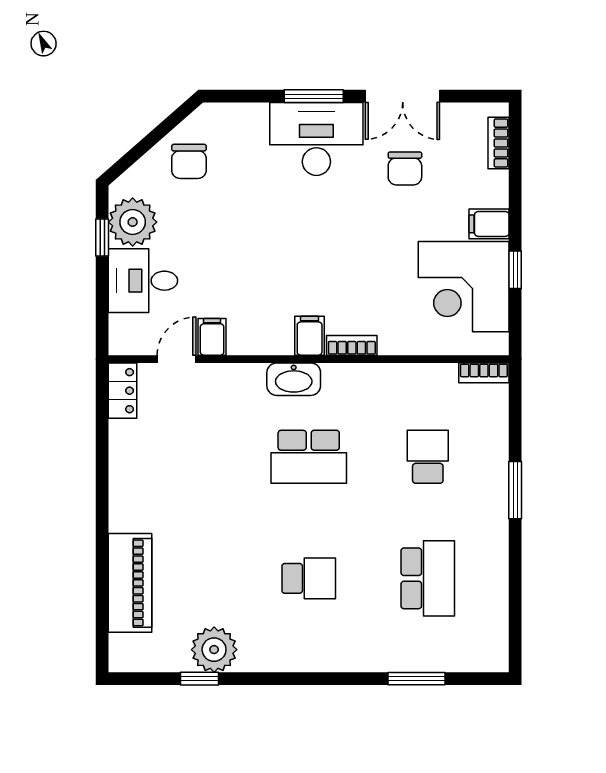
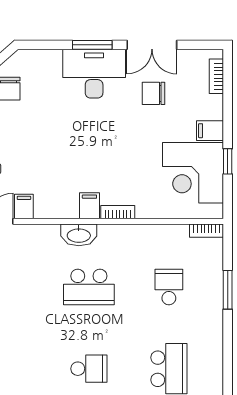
chair: (405, 168) -> (153, 93), turned 90
window: (515, 490) -> (228, 290), moved

